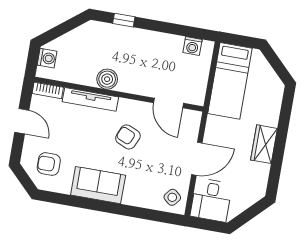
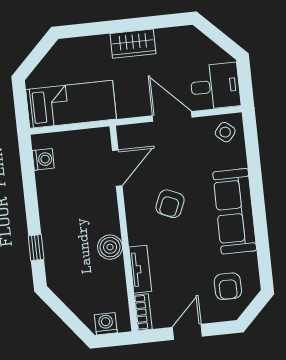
tv unit: (90, 99) -> (140, 269), width x0.71
sofa: (98, 185) -> (235, 211), width x1.36

